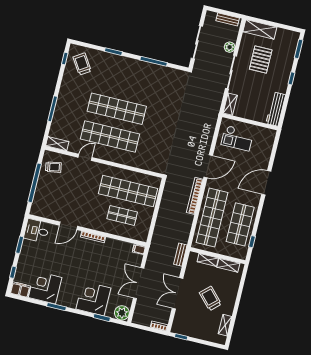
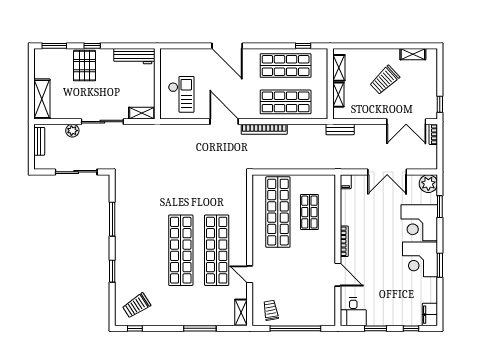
pallet: (261, 60) -> (85, 66), moved, turned 90
shop shelf: (212, 218) -> (286, 102), width x0.71
corner desk: (45, 287) -> (420, 259), moved
double door: (177, 293) -> (406, 122), moved

